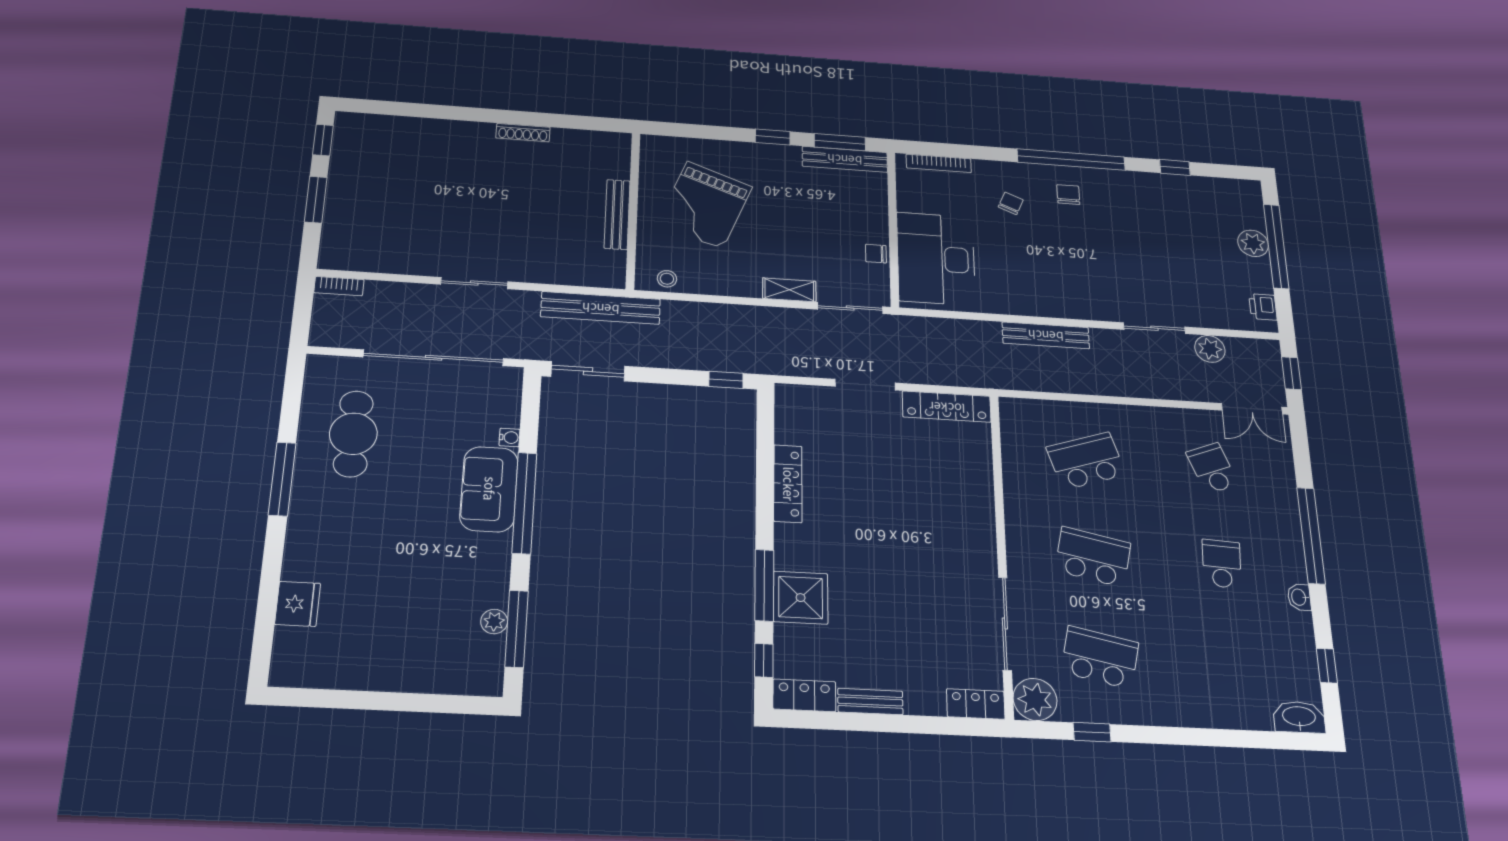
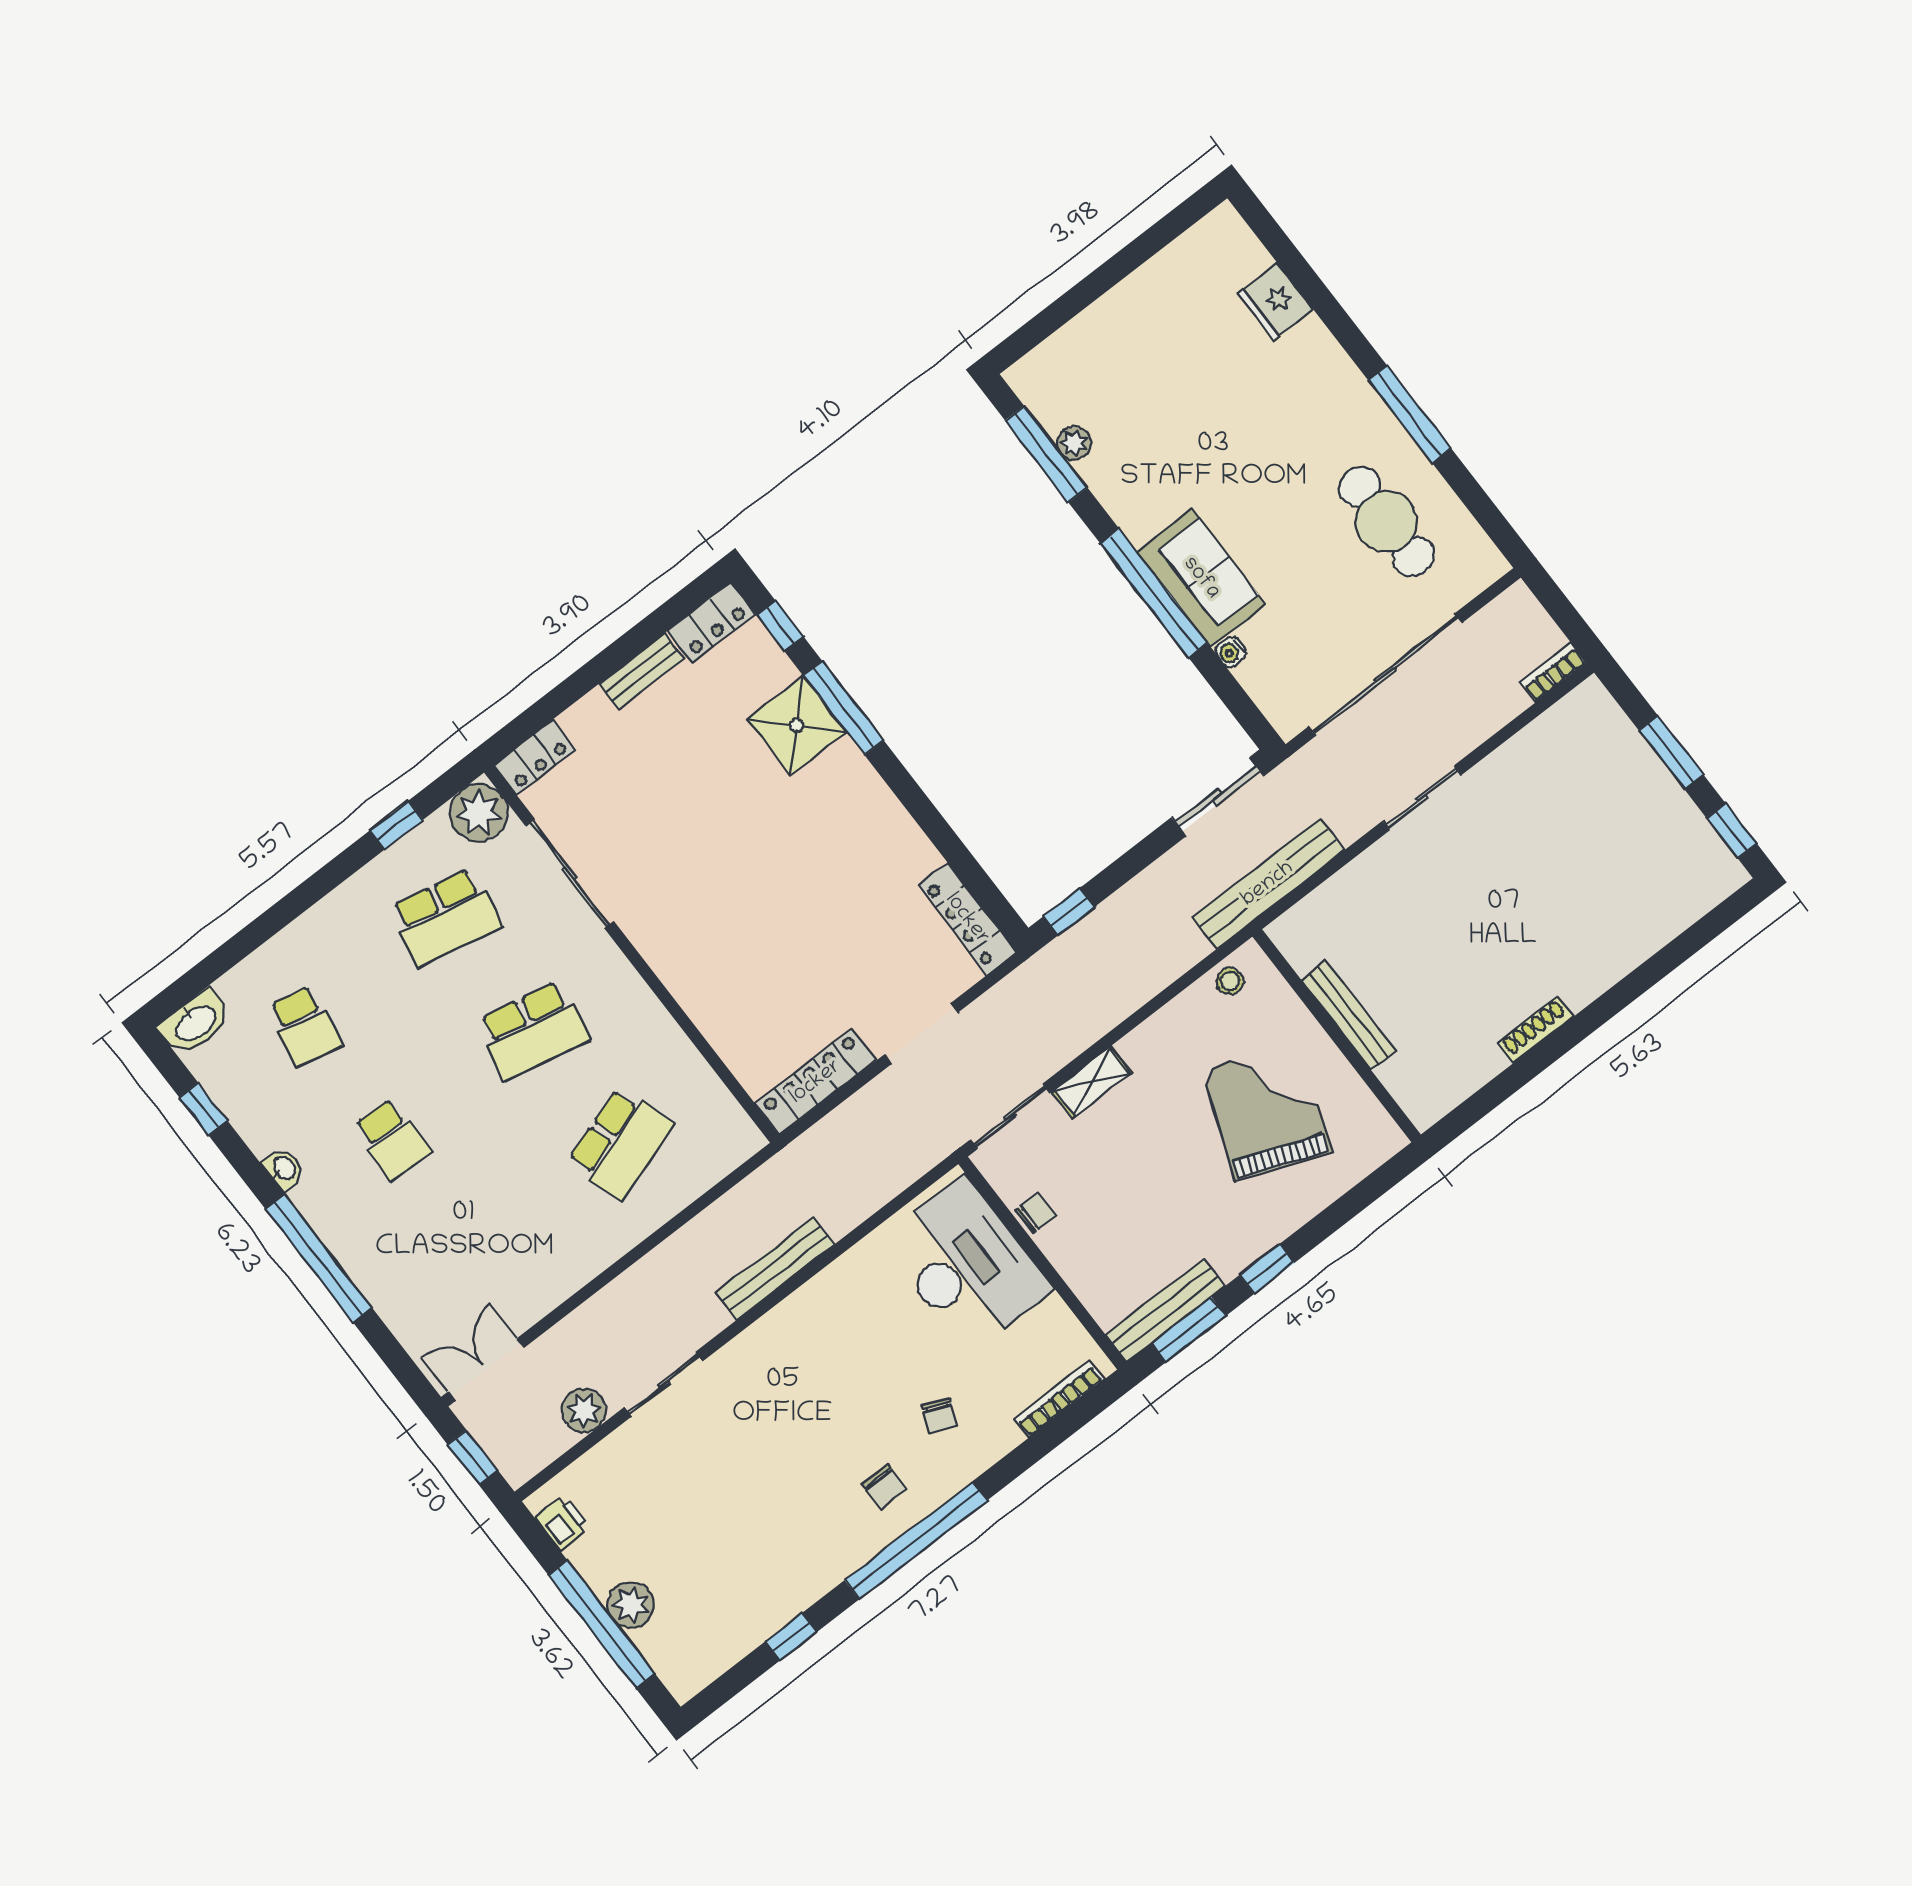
school desk: (1212, 468) -> (305, 1026), moved, turned 33
locker: (788, 484) -> (967, 919), moved

